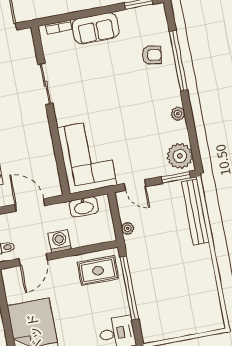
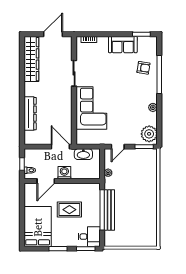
sofa: (96, 28) -> (123, 45), moved
corner sofa: (87, 156) -> (91, 108), moved
door: (135, 185) -> (118, 147), hinge flipped
door: (30, 205) -> (60, 147), moved
bench: (195, 212) -> (109, 210), moved
rug: (98, 271) -> (69, 210), moved

